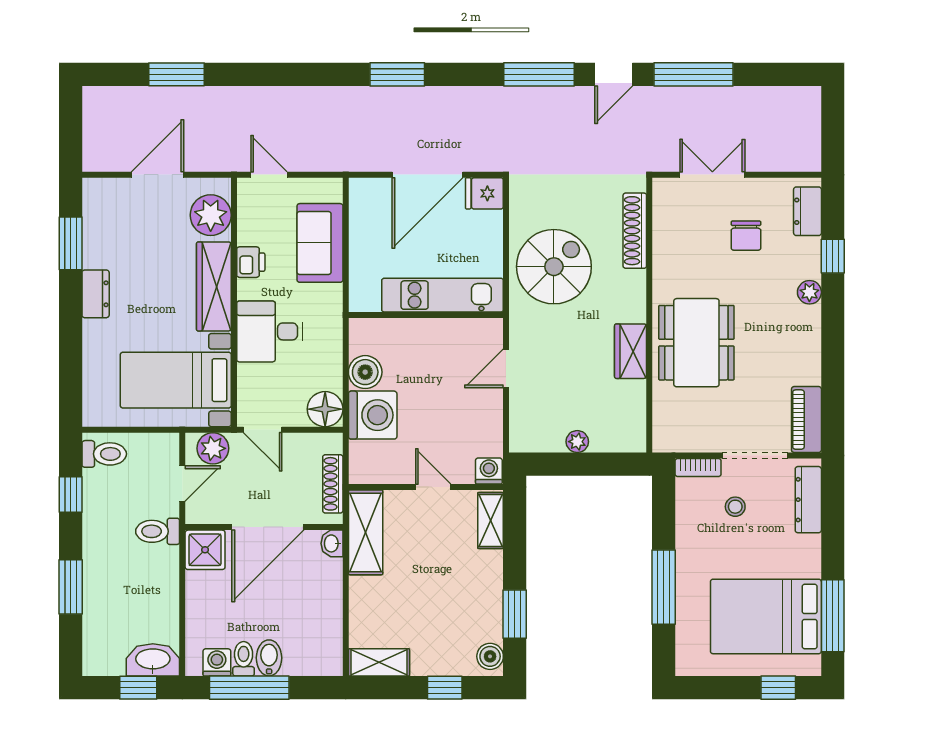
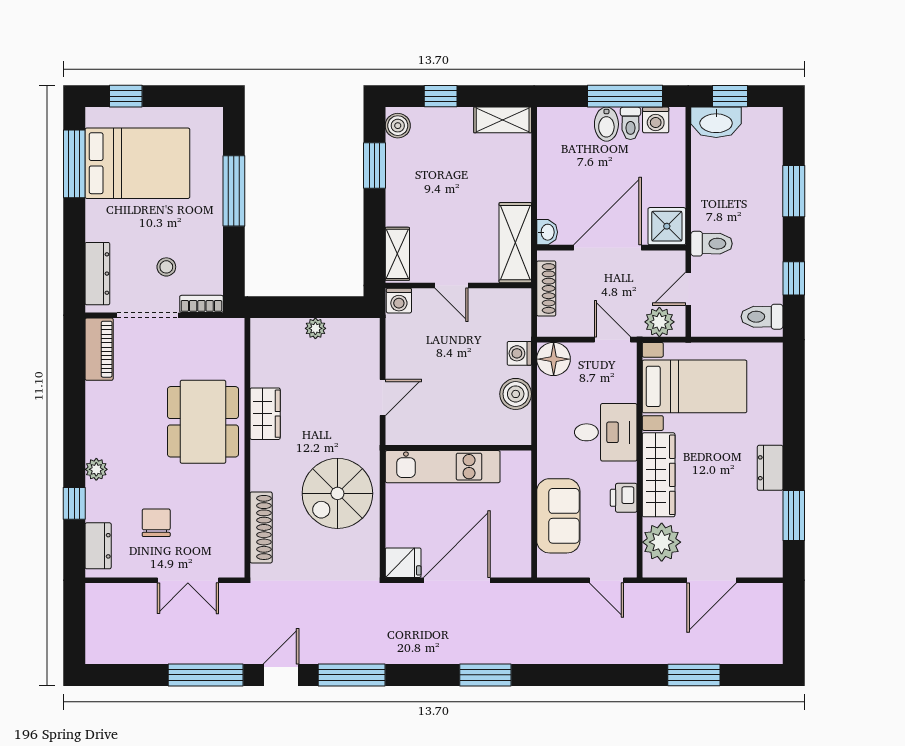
washing machine: (373, 415) -> (519, 353), width x0.53, depth x0.53

